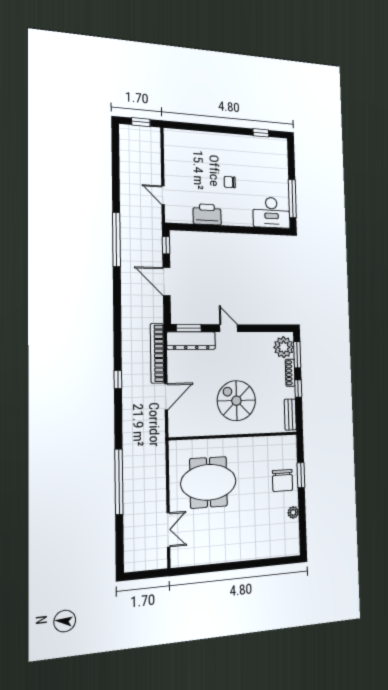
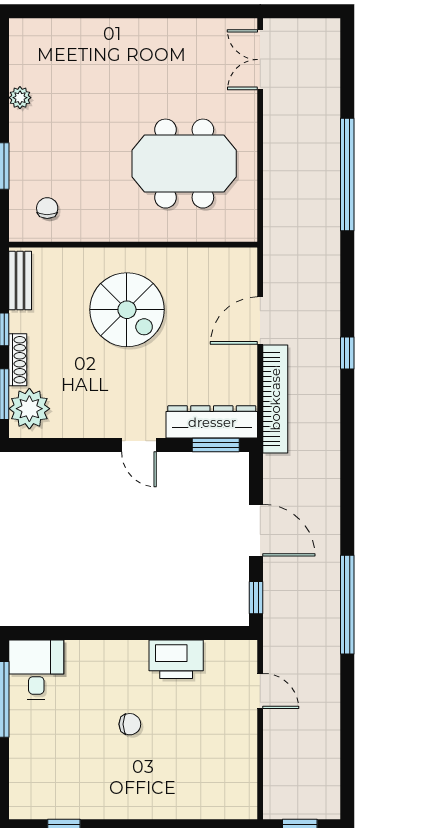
desk: (271, 213) -> (36, 669), width x0.73
chair: (283, 480) -> (47, 208), moved, width x0.54, depth x0.54
double door: (168, 530) -> (260, 60), moved

